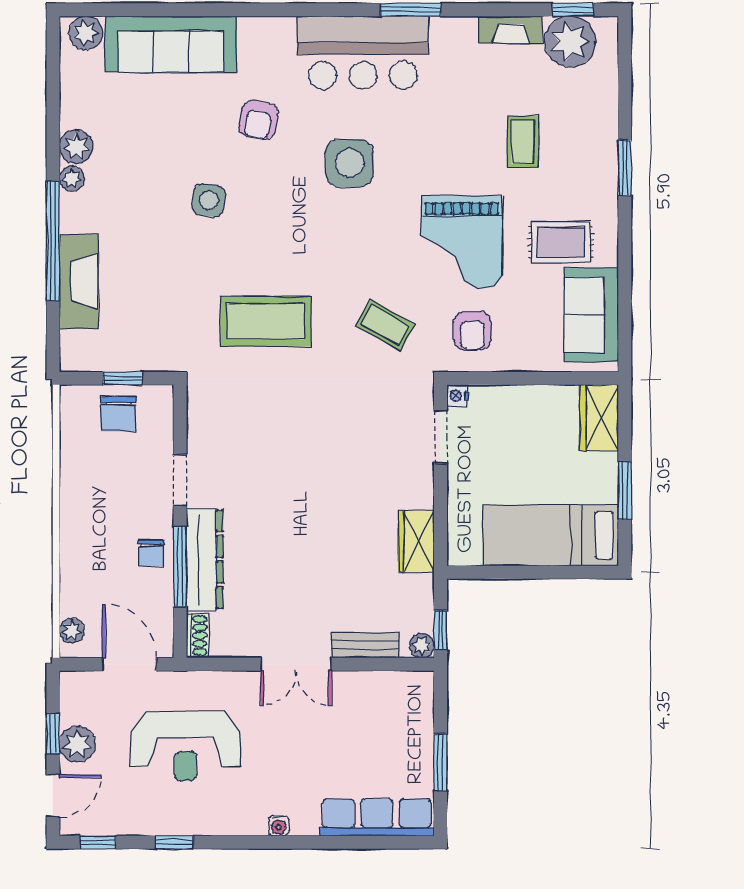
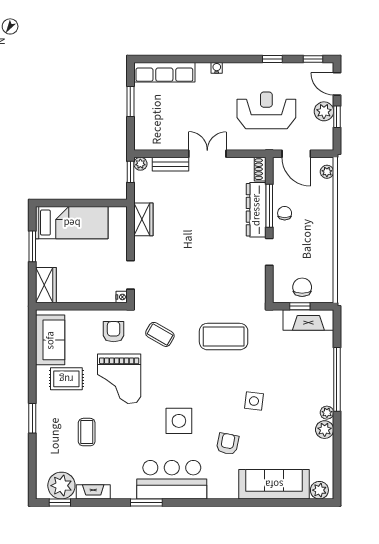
grand piano: (462, 242) -> (119, 379), turned 180
fireplace: (79, 282) -> (308, 320), moved, turned -90
door: (53, 796) -> (337, 84), hinge flipped

